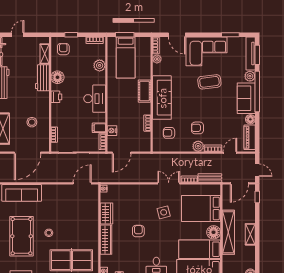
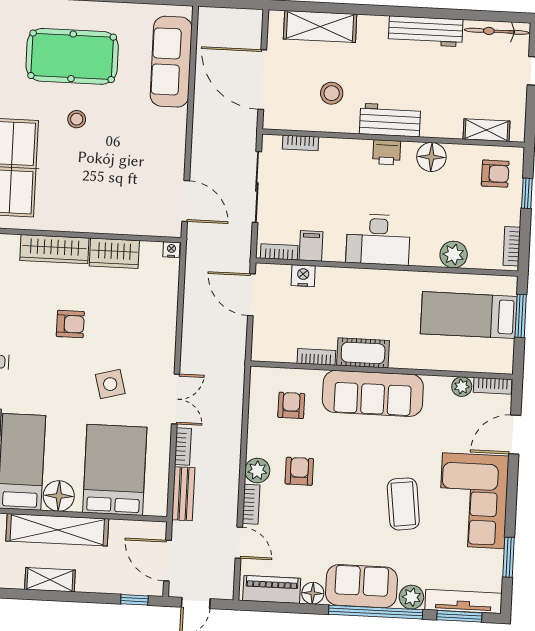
workbench: (42, 78) -> (390, 120), moved
cot: (144, 91) -> (363, 353), moved

